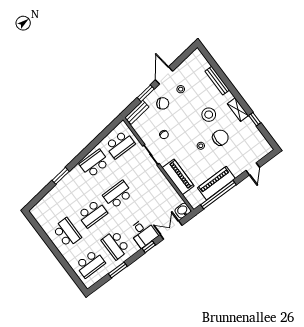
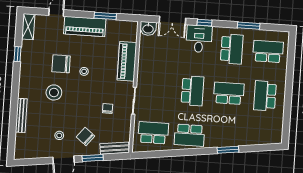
shelving: (238, 110) -> (28, 27), moved
piano: (216, 183) -> (85, 26), moved
school desk: (118, 195) -> (193, 91), turned -90
window: (218, 195) -> (105, 16), width x0.47

